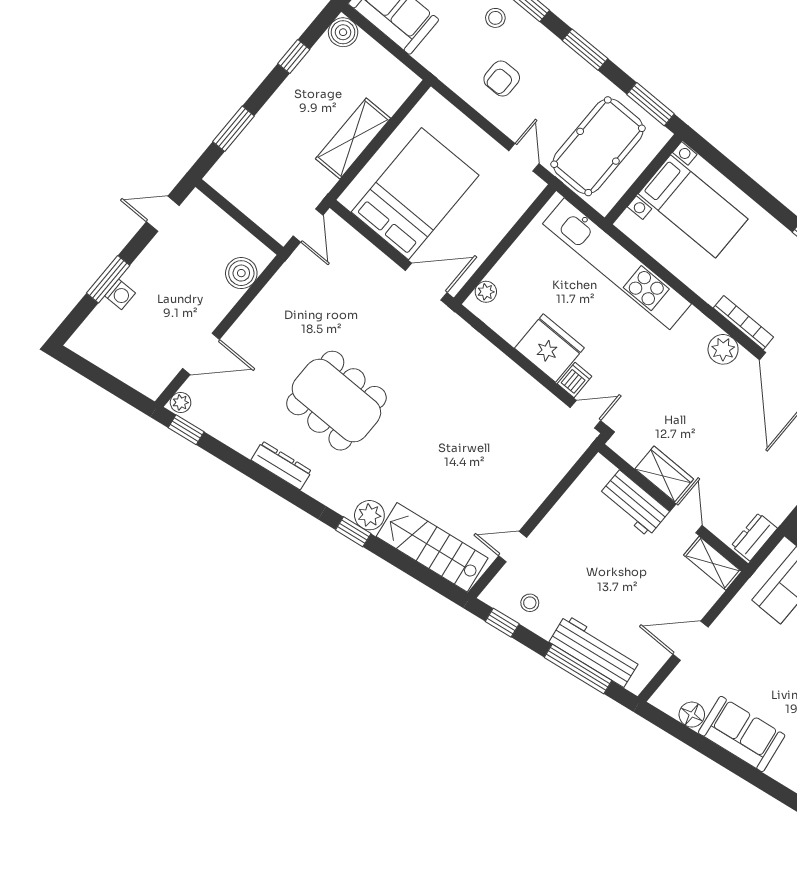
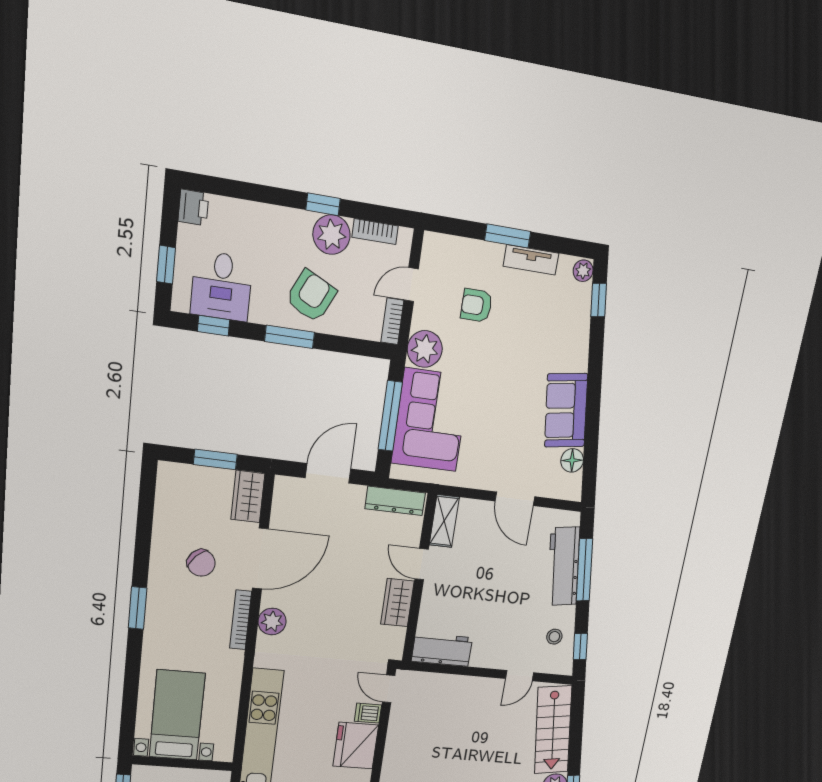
workbench: (634, 503) -> (442, 649), moved, turned -90
door: (686, 518) -> (422, 564), hinge flipped
dresser: (754, 537) -> (395, 501), width x1.44
door: (513, 547) -> (520, 676), hinge flipped

